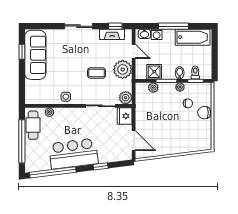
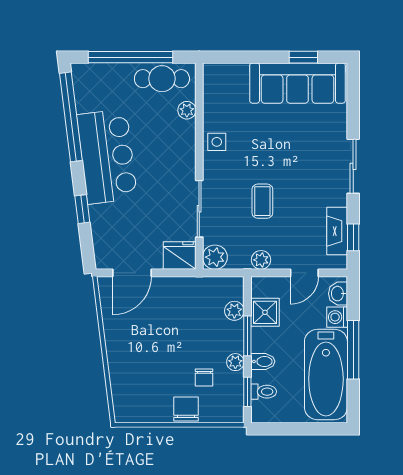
bathtub: (193, 37) -> (326, 374), width x1.36, depth x1.36
plant: (123, 69) -> (261, 260), width x0.53, depth x0.53

